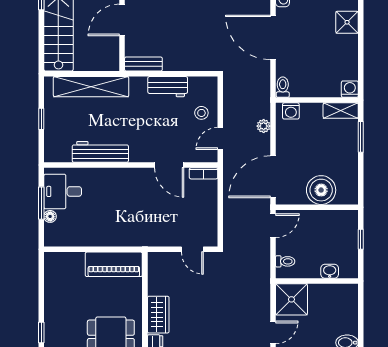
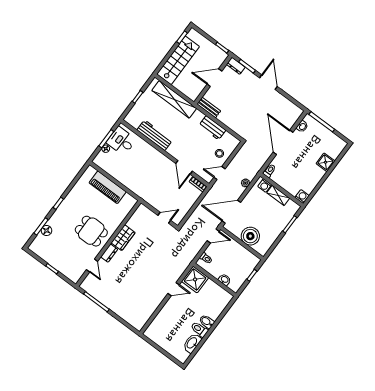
shelving: (341, 111) -> (278, 195), moved
door: (192, 249) -> (164, 218), swing flipped
piano: (114, 264) -> (108, 187), moved

